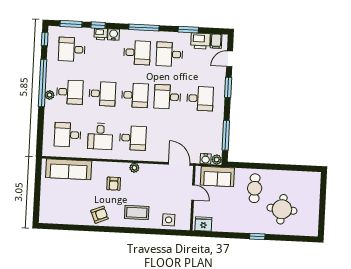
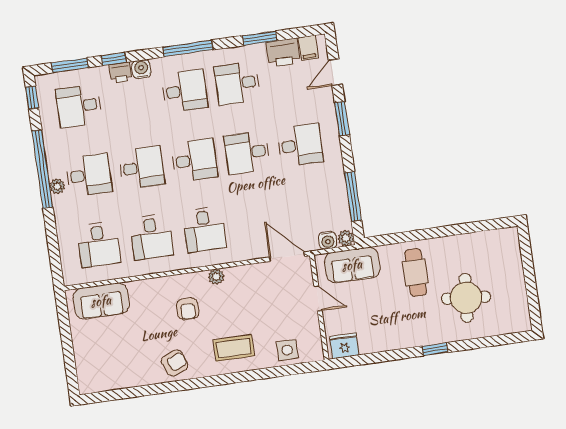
desk: (68, 135) -> (99, 244), turned -90
desk: (133, 138) -> (204, 229), turned 90
sofa: (69, 169) -> (101, 301), width x0.73

